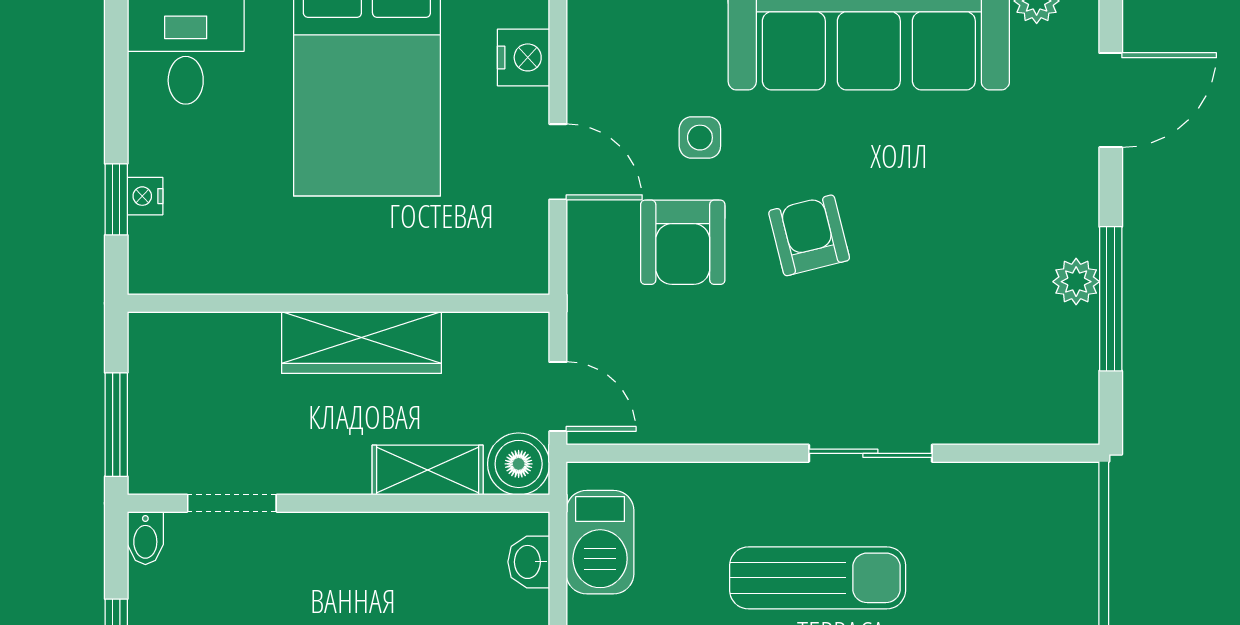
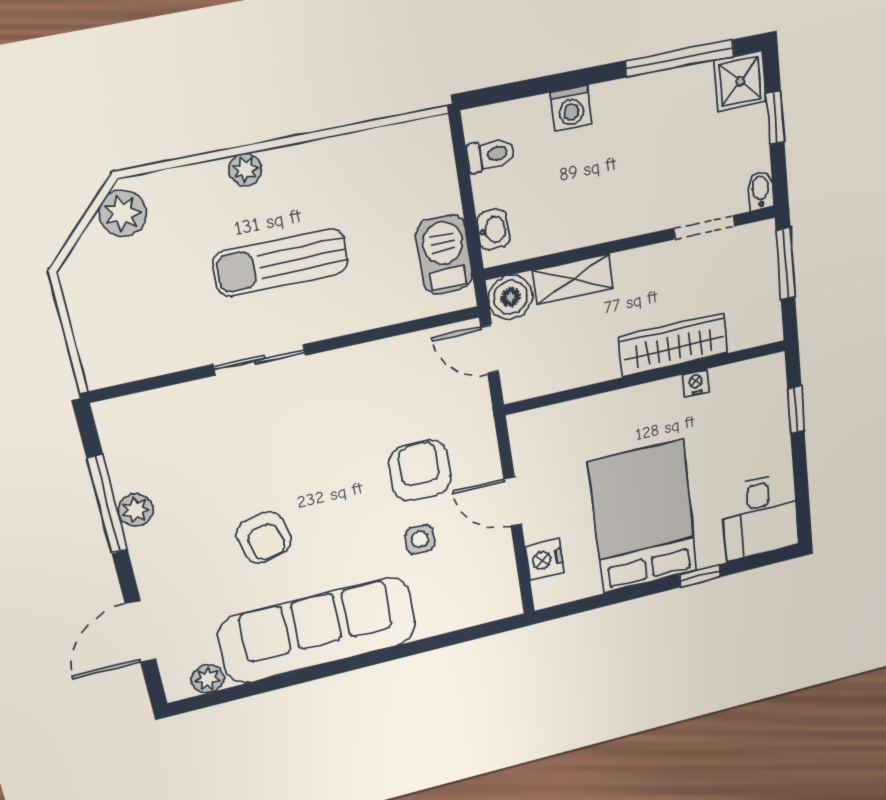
nightstand: (145, 196) -> (696, 383), moved, turned -90
armchair: (809, 235) -> (264, 537), moved
wardrobe: (361, 342) -> (674, 345), moved

